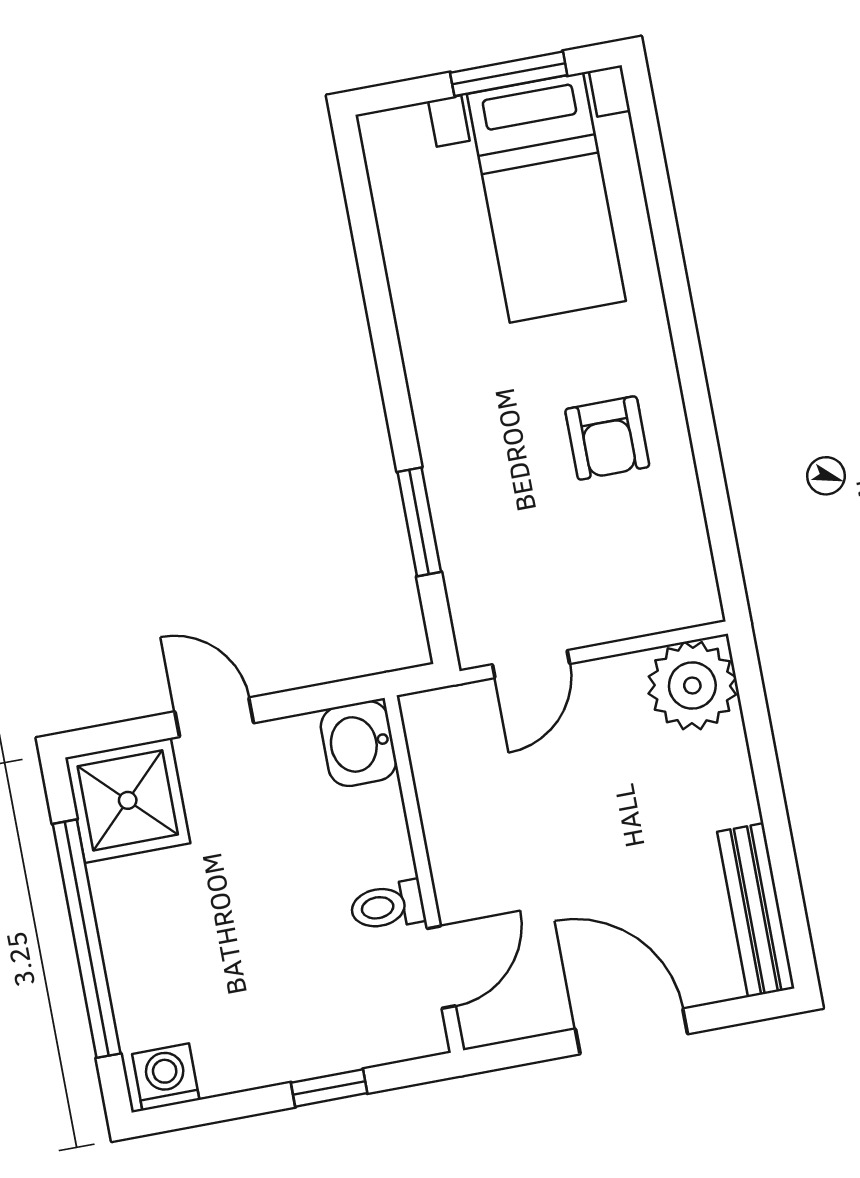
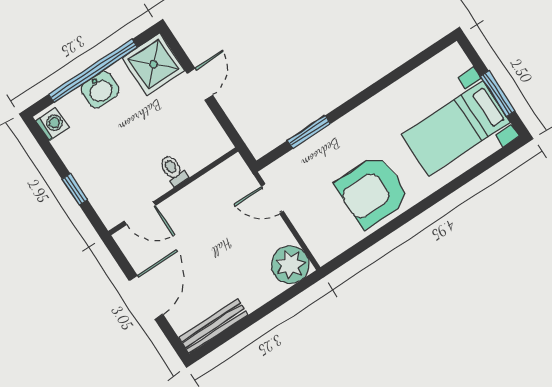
armchair: (607, 438) -> (372, 191), width x1.88, depth x1.88
washbasin: (359, 744) -> (100, 90), moved, turned 180
toilet: (387, 906) -> (173, 170), moved

